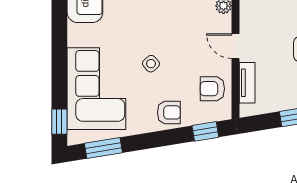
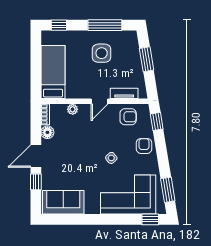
armchair: (212, 89) -> (128, 117), turned -90

